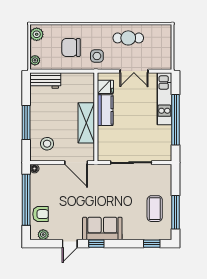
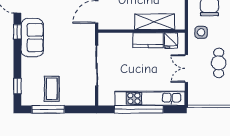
kitchen unit: (164, 99) -> (150, 98), width x1.36
shelving: (86, 123) -> (154, 22), moved
coffee table: (155, 209) -> (52, 89), turned 90

